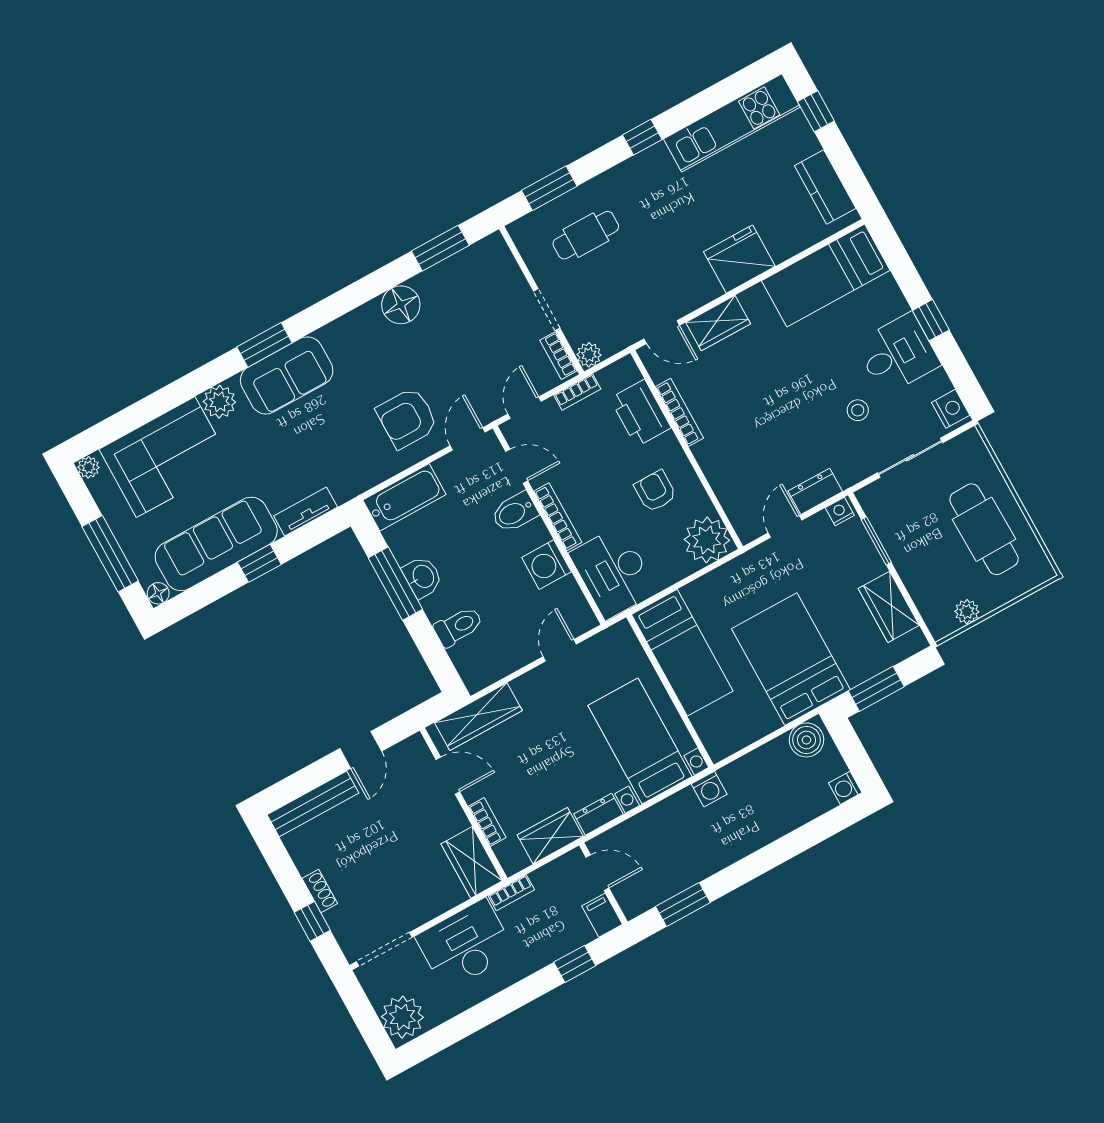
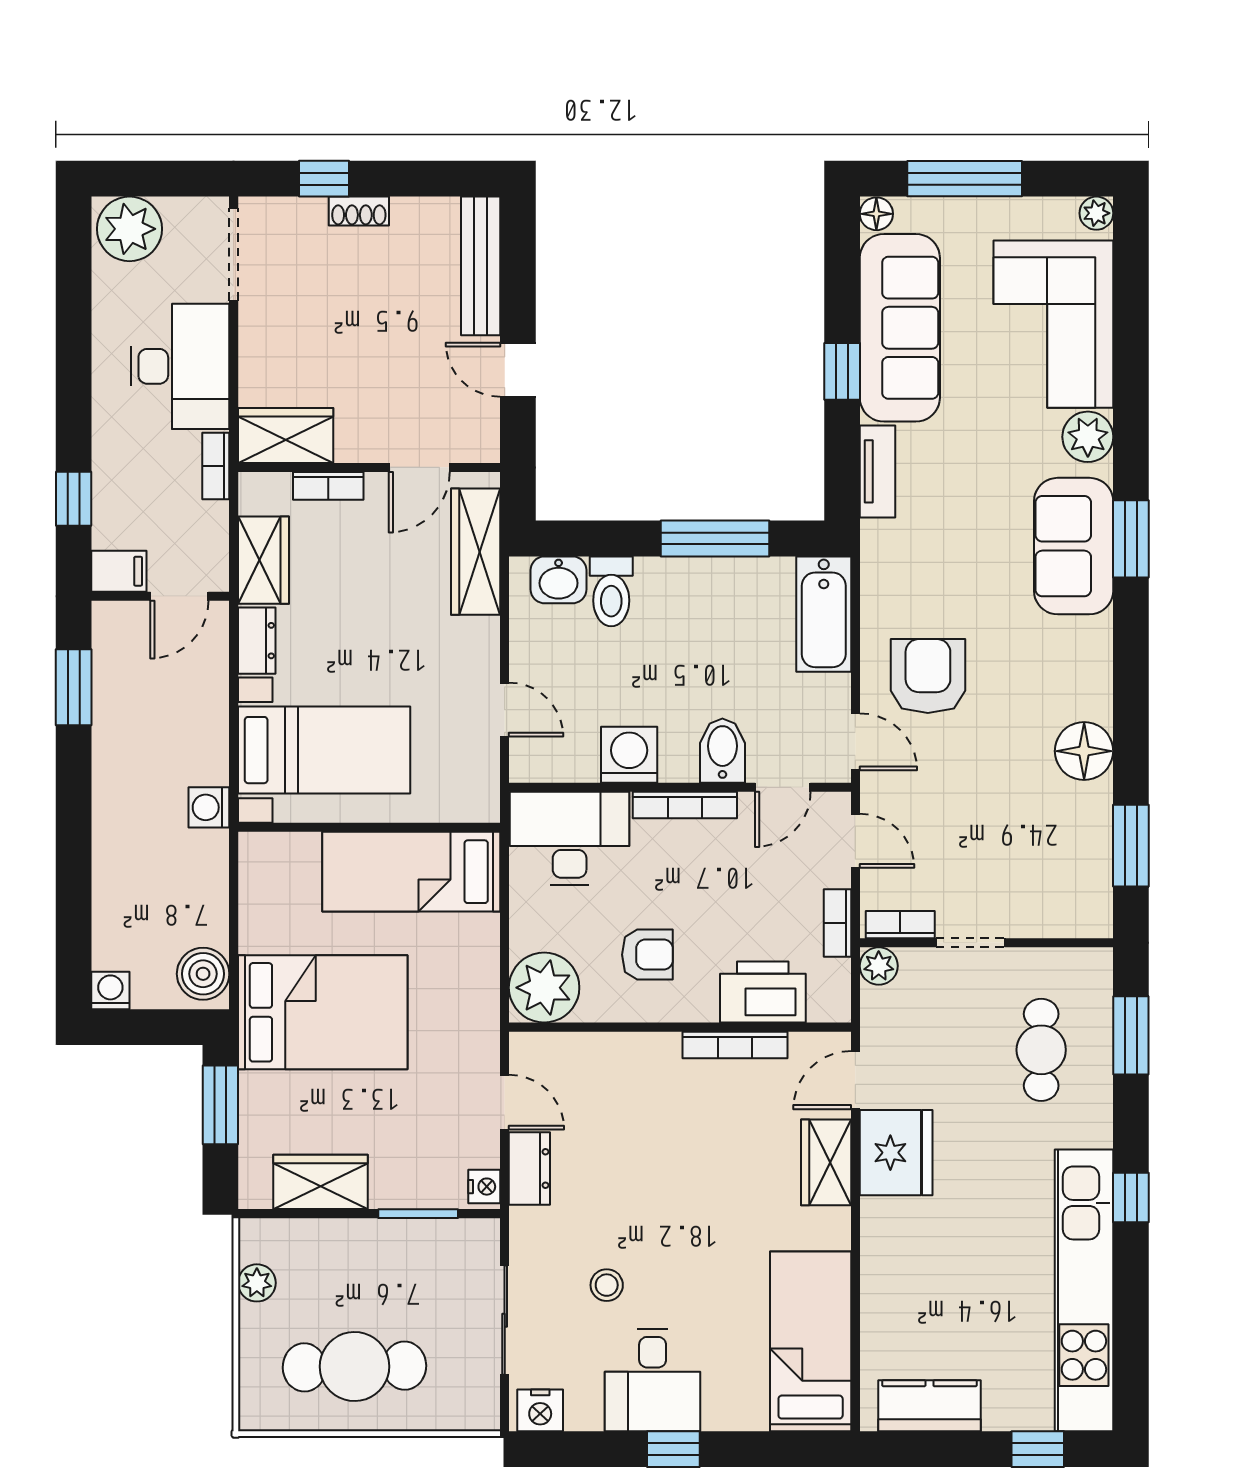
kitchen unit: (732, 123) -> (1084, 1290), width x1.36
fridge: (739, 259) -> (896, 1153), moved
washbasin: (423, 577) -> (559, 580), moved

